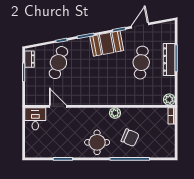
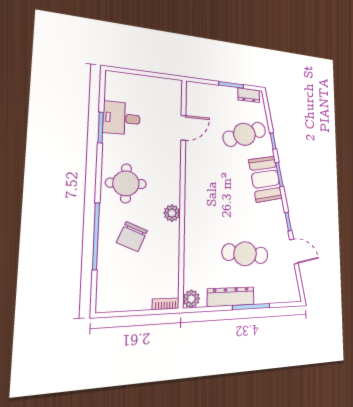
booth: (107, 44) -> (266, 179), moved
dresser: (169, 60) -> (231, 297), moved
cafe table: (58, 63) -> (244, 134), turned -39
desk: (35, 119) -> (122, 118), moved, turned 180

